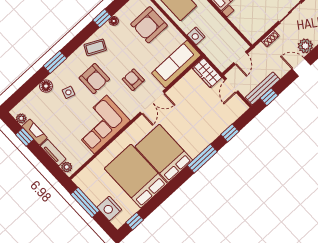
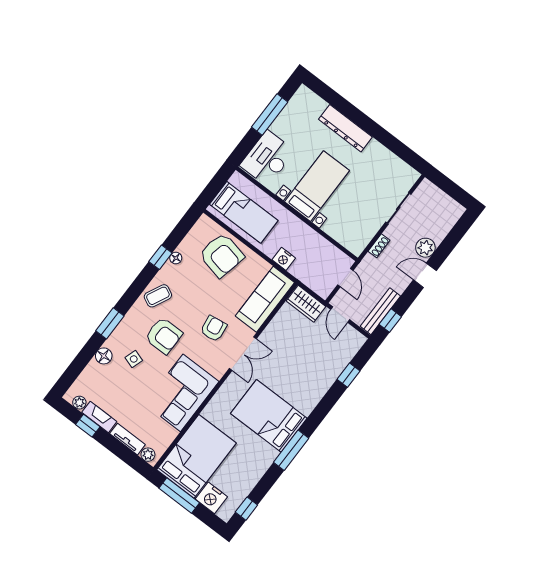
armchair: (149, 25) -> (222, 255), turned -78
armchair: (133, 80) -> (214, 329), turned 82
window: (202, 158) -> (291, 450), moved
bed: (136, 176) -> (196, 456), moved, turned 90

